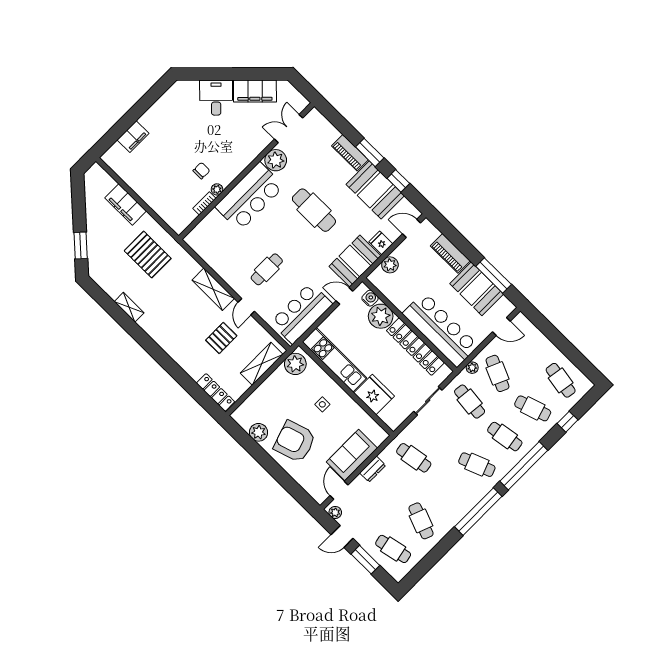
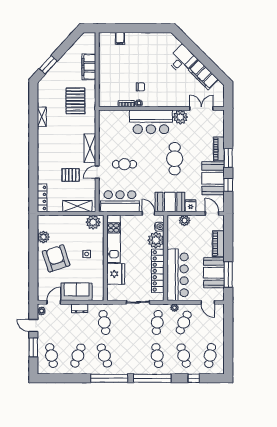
filing cabinet: (133, 137) -> (120, 38), width x0.50
cafe table: (477, 465) -> (104, 356), moved

